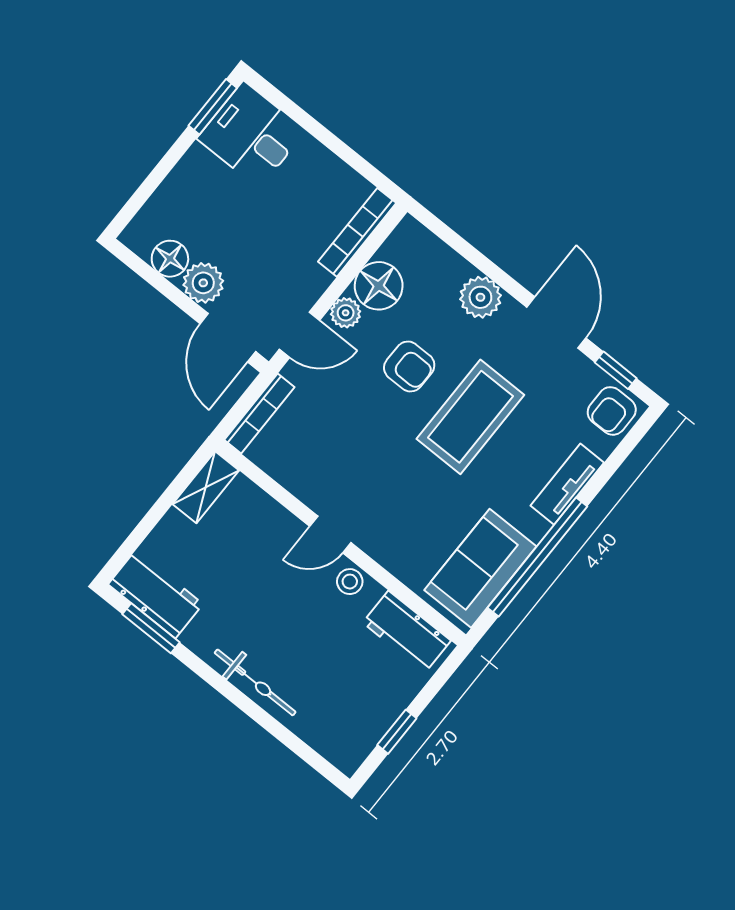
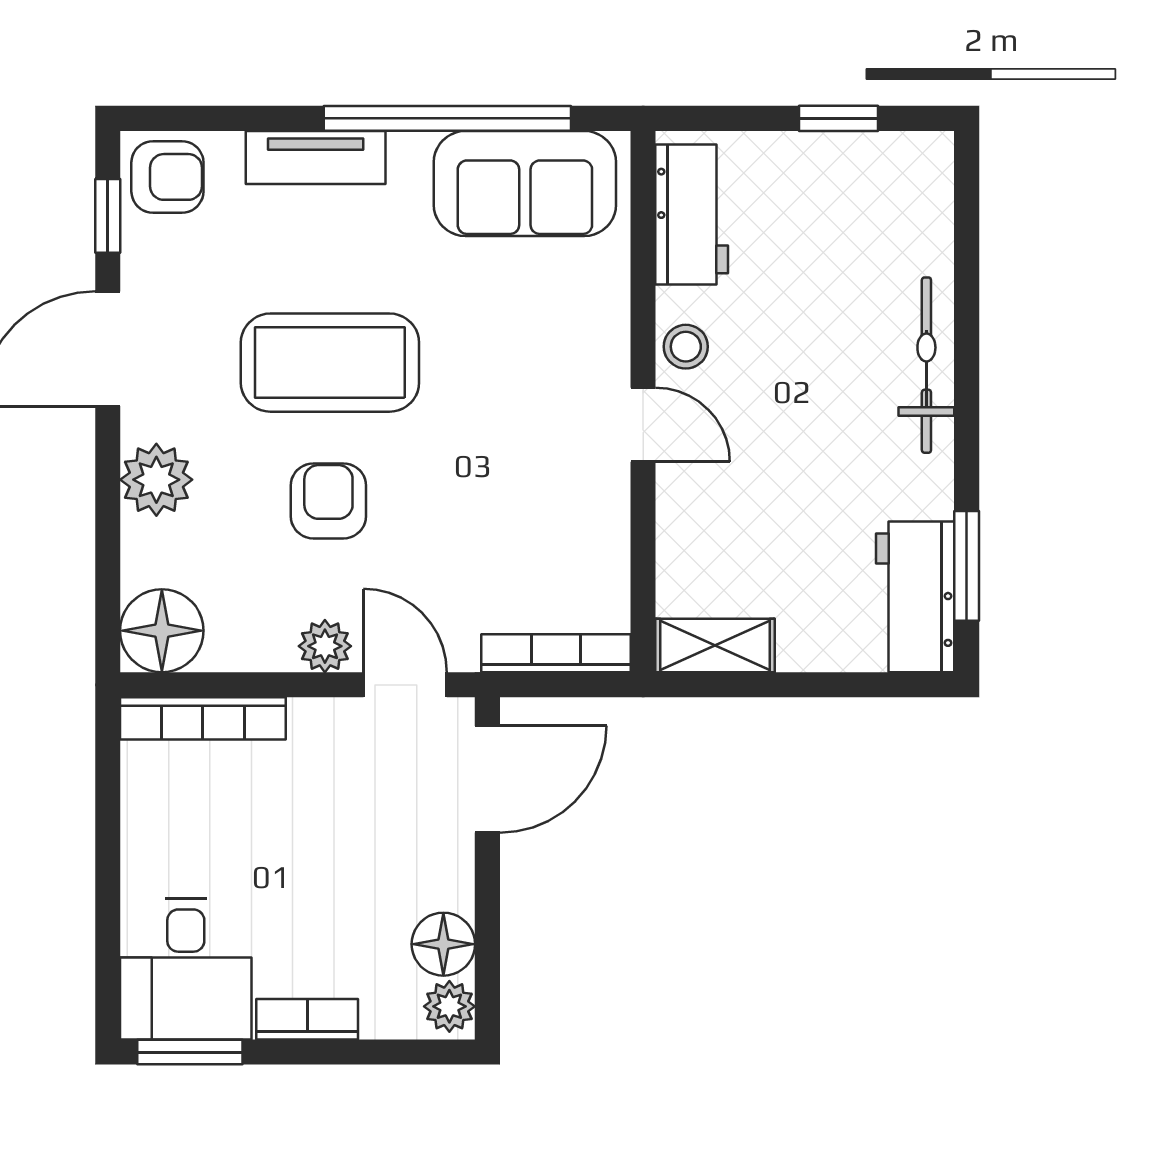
bookcase: (185, 171) -> (307, 1019), added
plant: (203, 283) -> (449, 1006), moved, width x0.73, depth x0.73
floor lamp: (379, 286) -> (162, 631), moved

